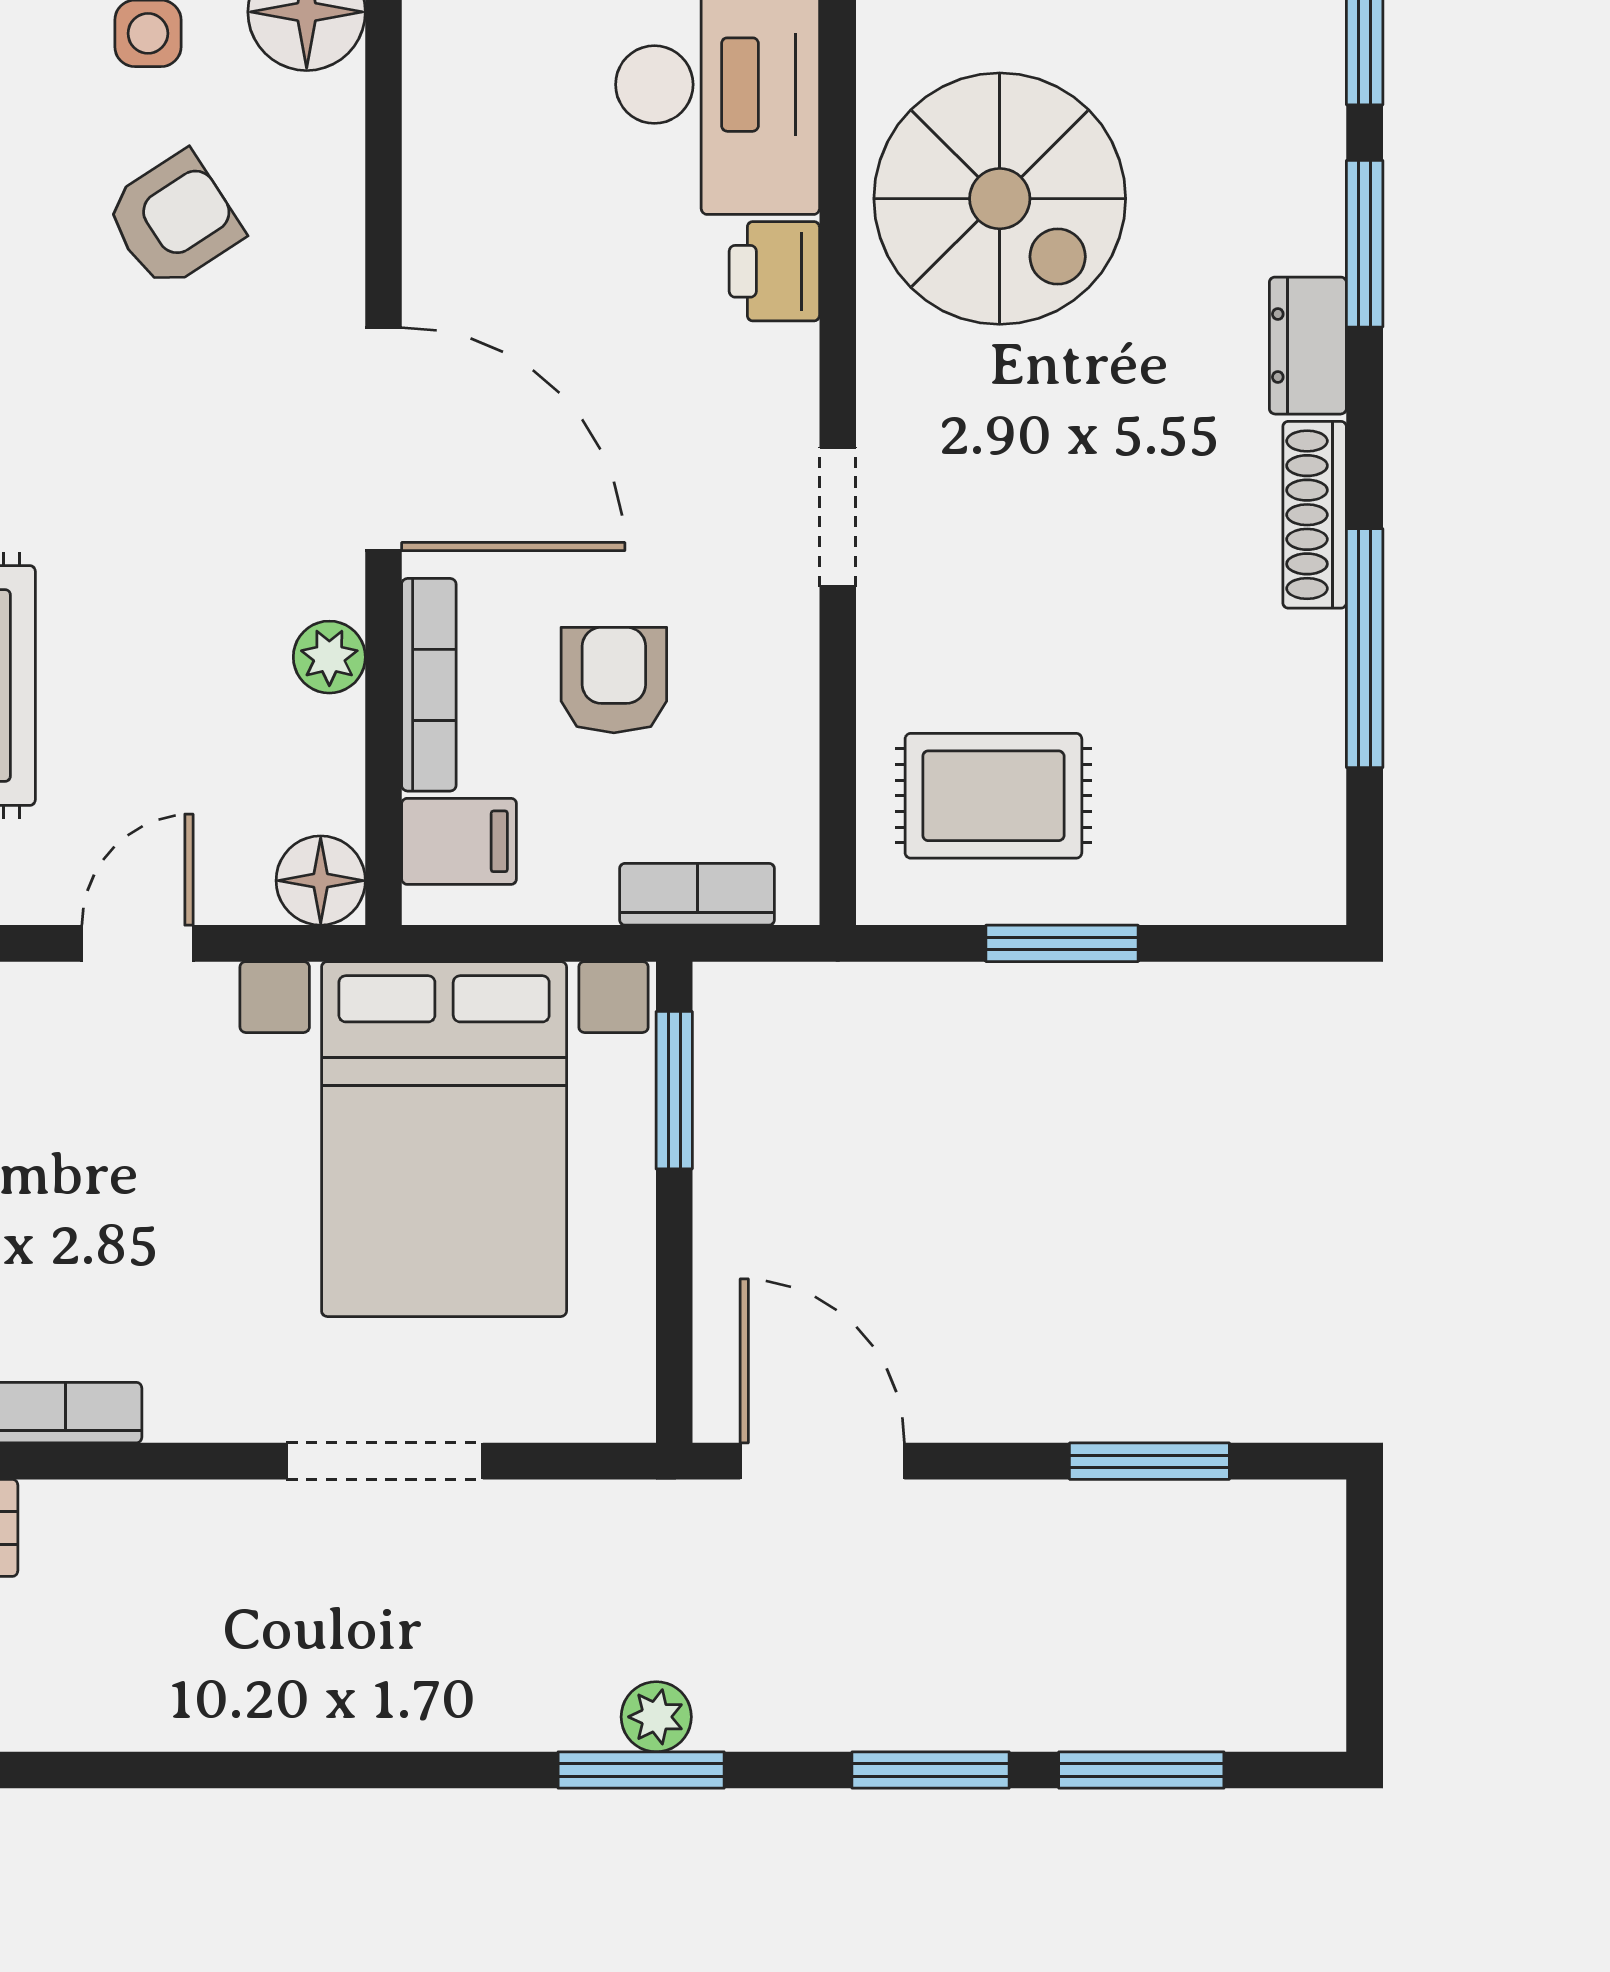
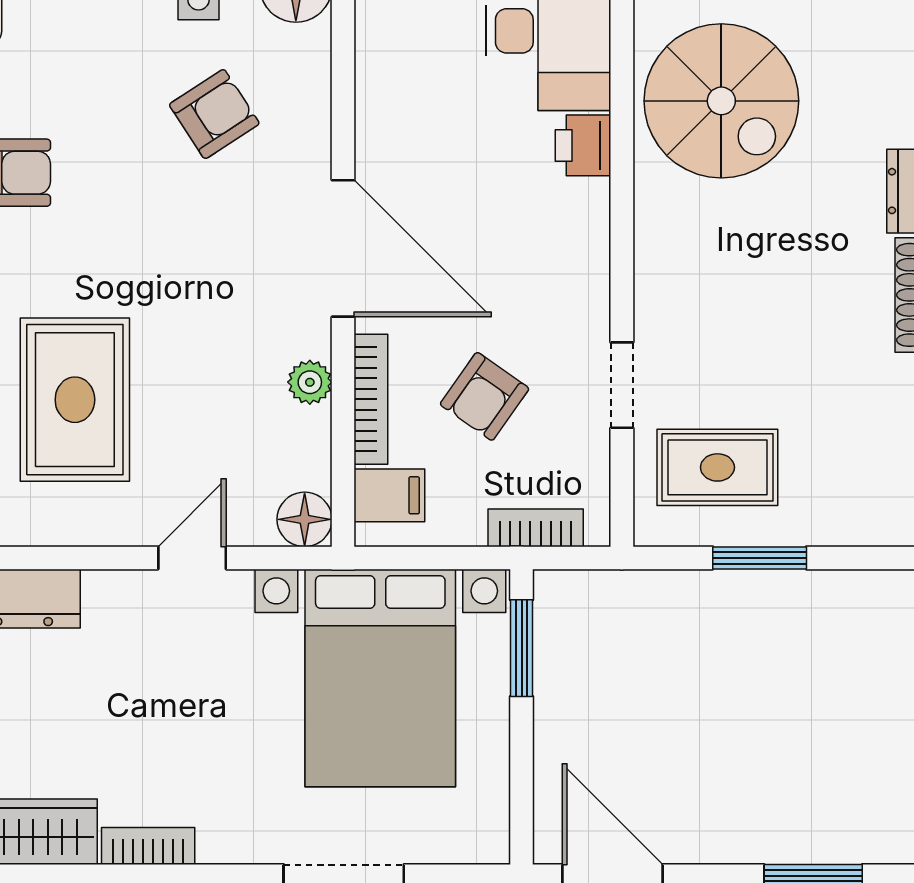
doorway: (838, 517) -> (622, 385), moved
armchair: (614, 680) -> (485, 396), turned -145

